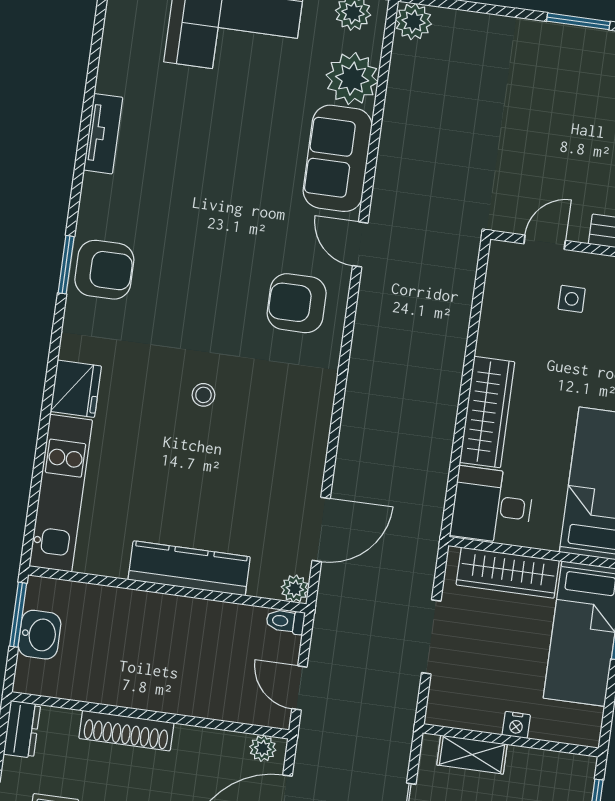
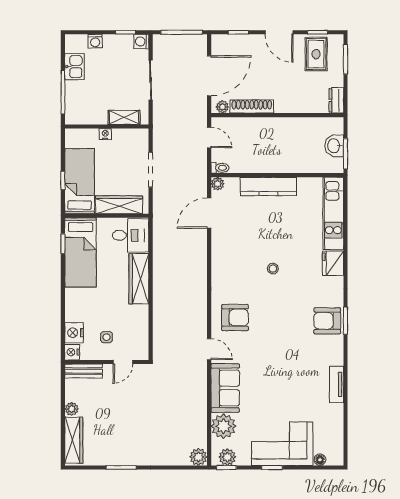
shoe rack: (126, 731) -> (252, 106), moved

